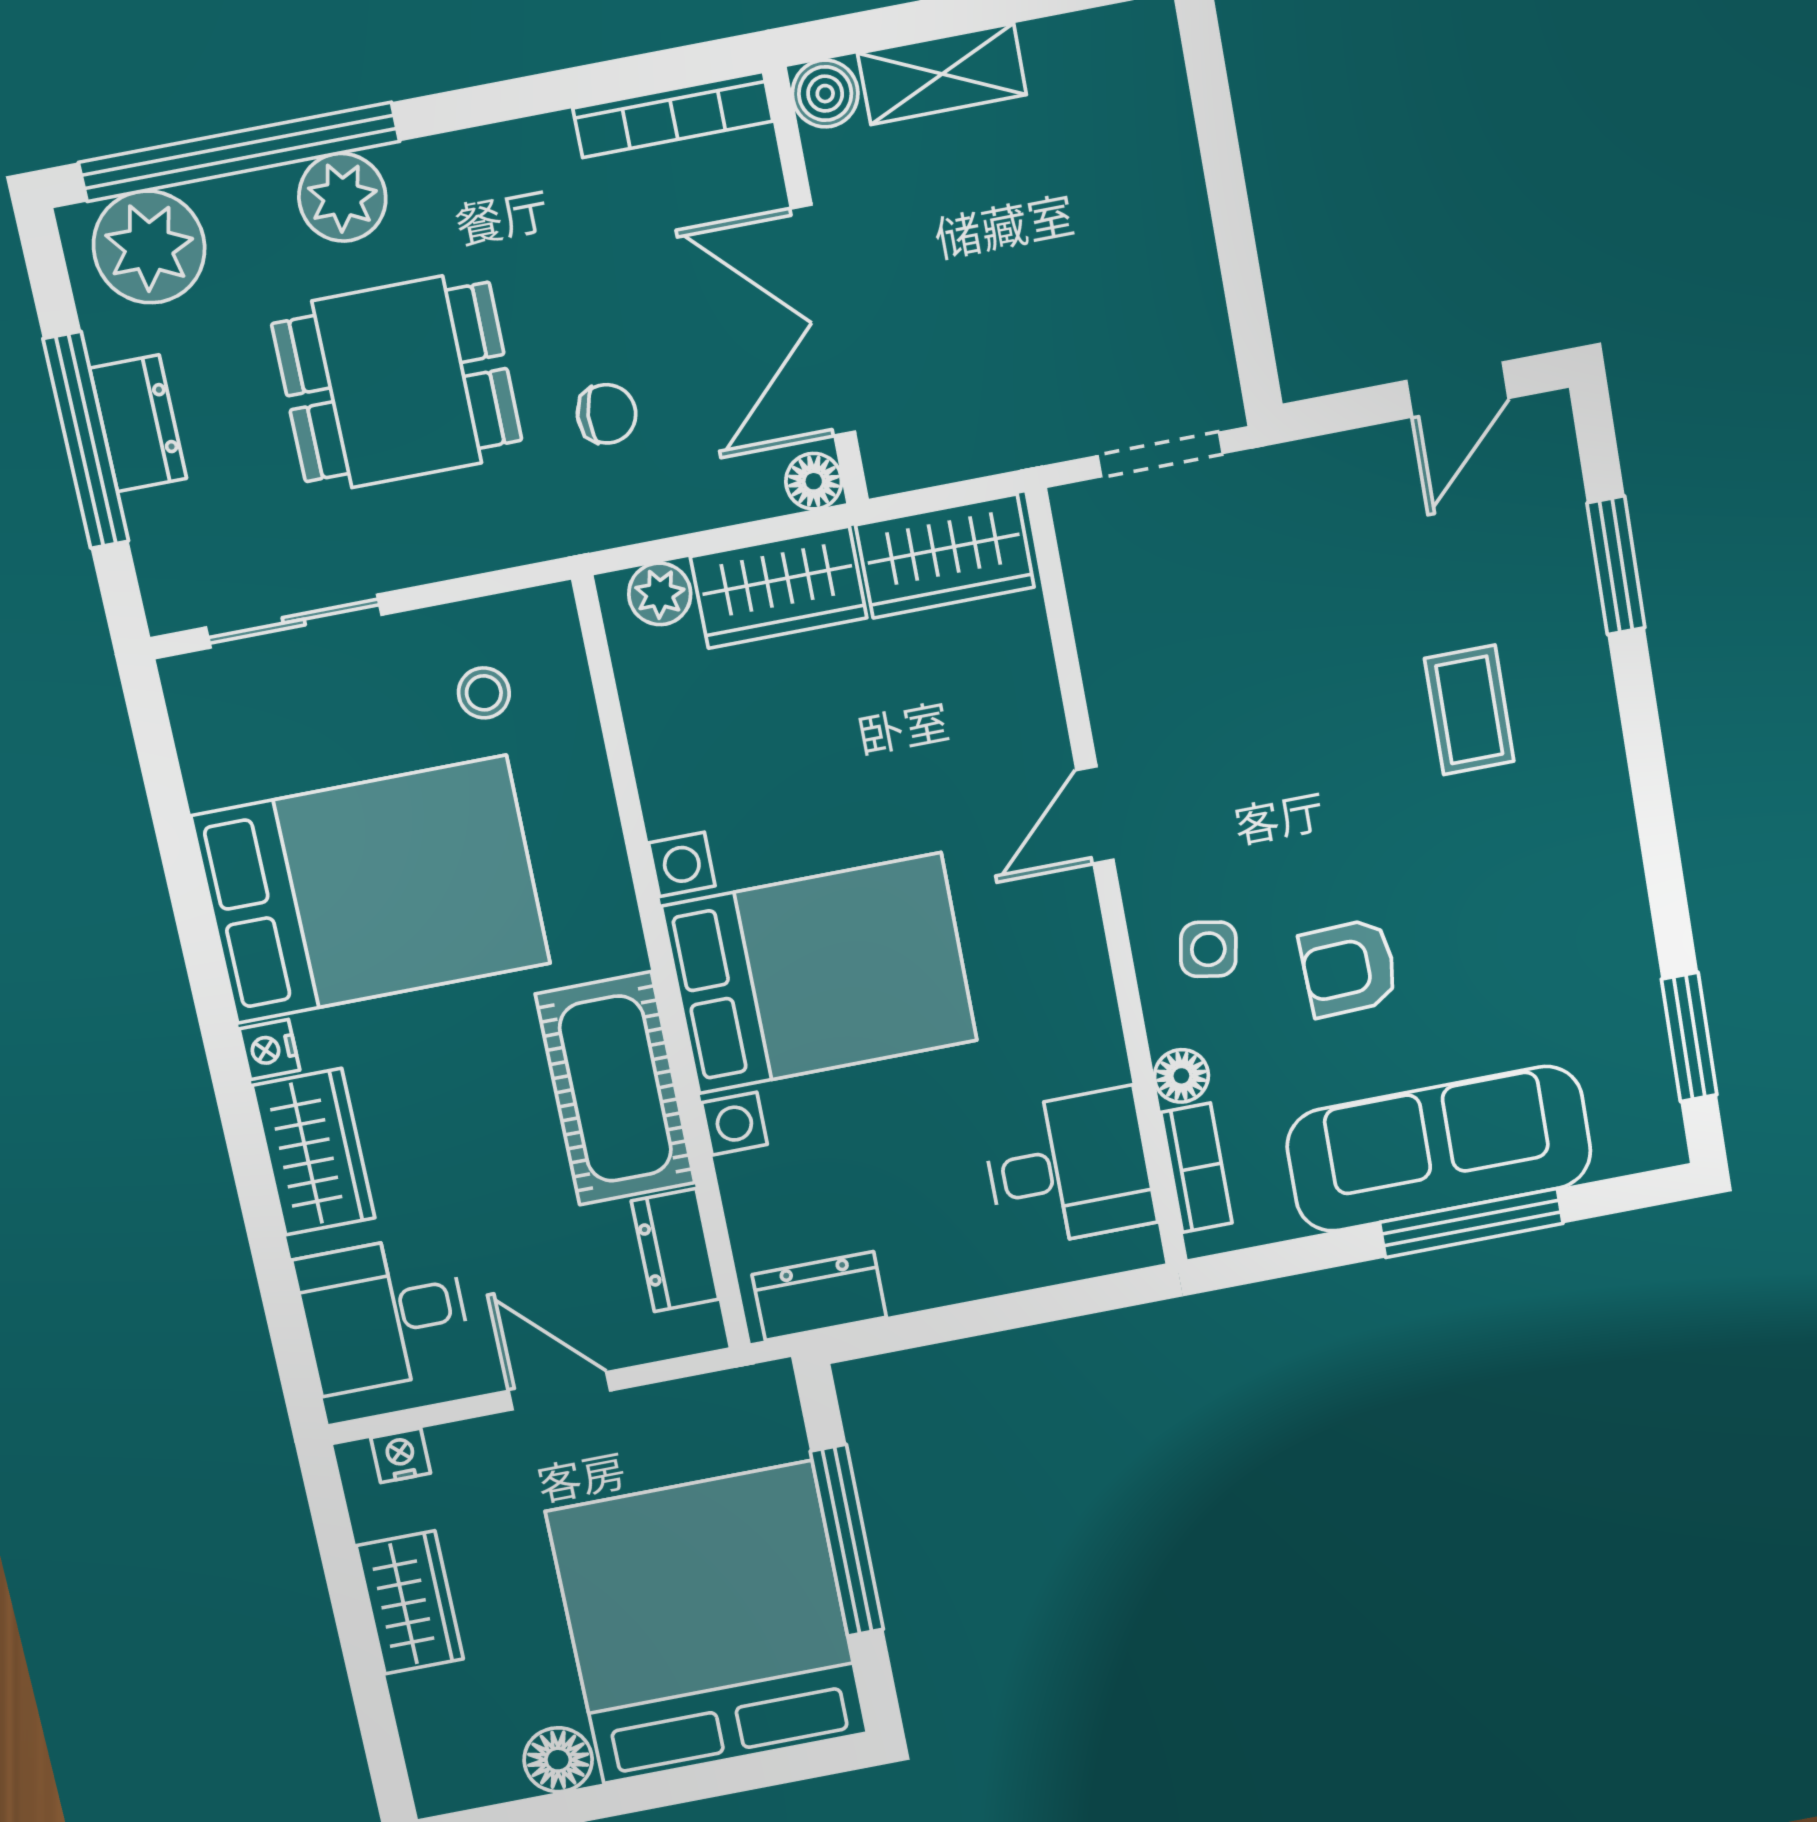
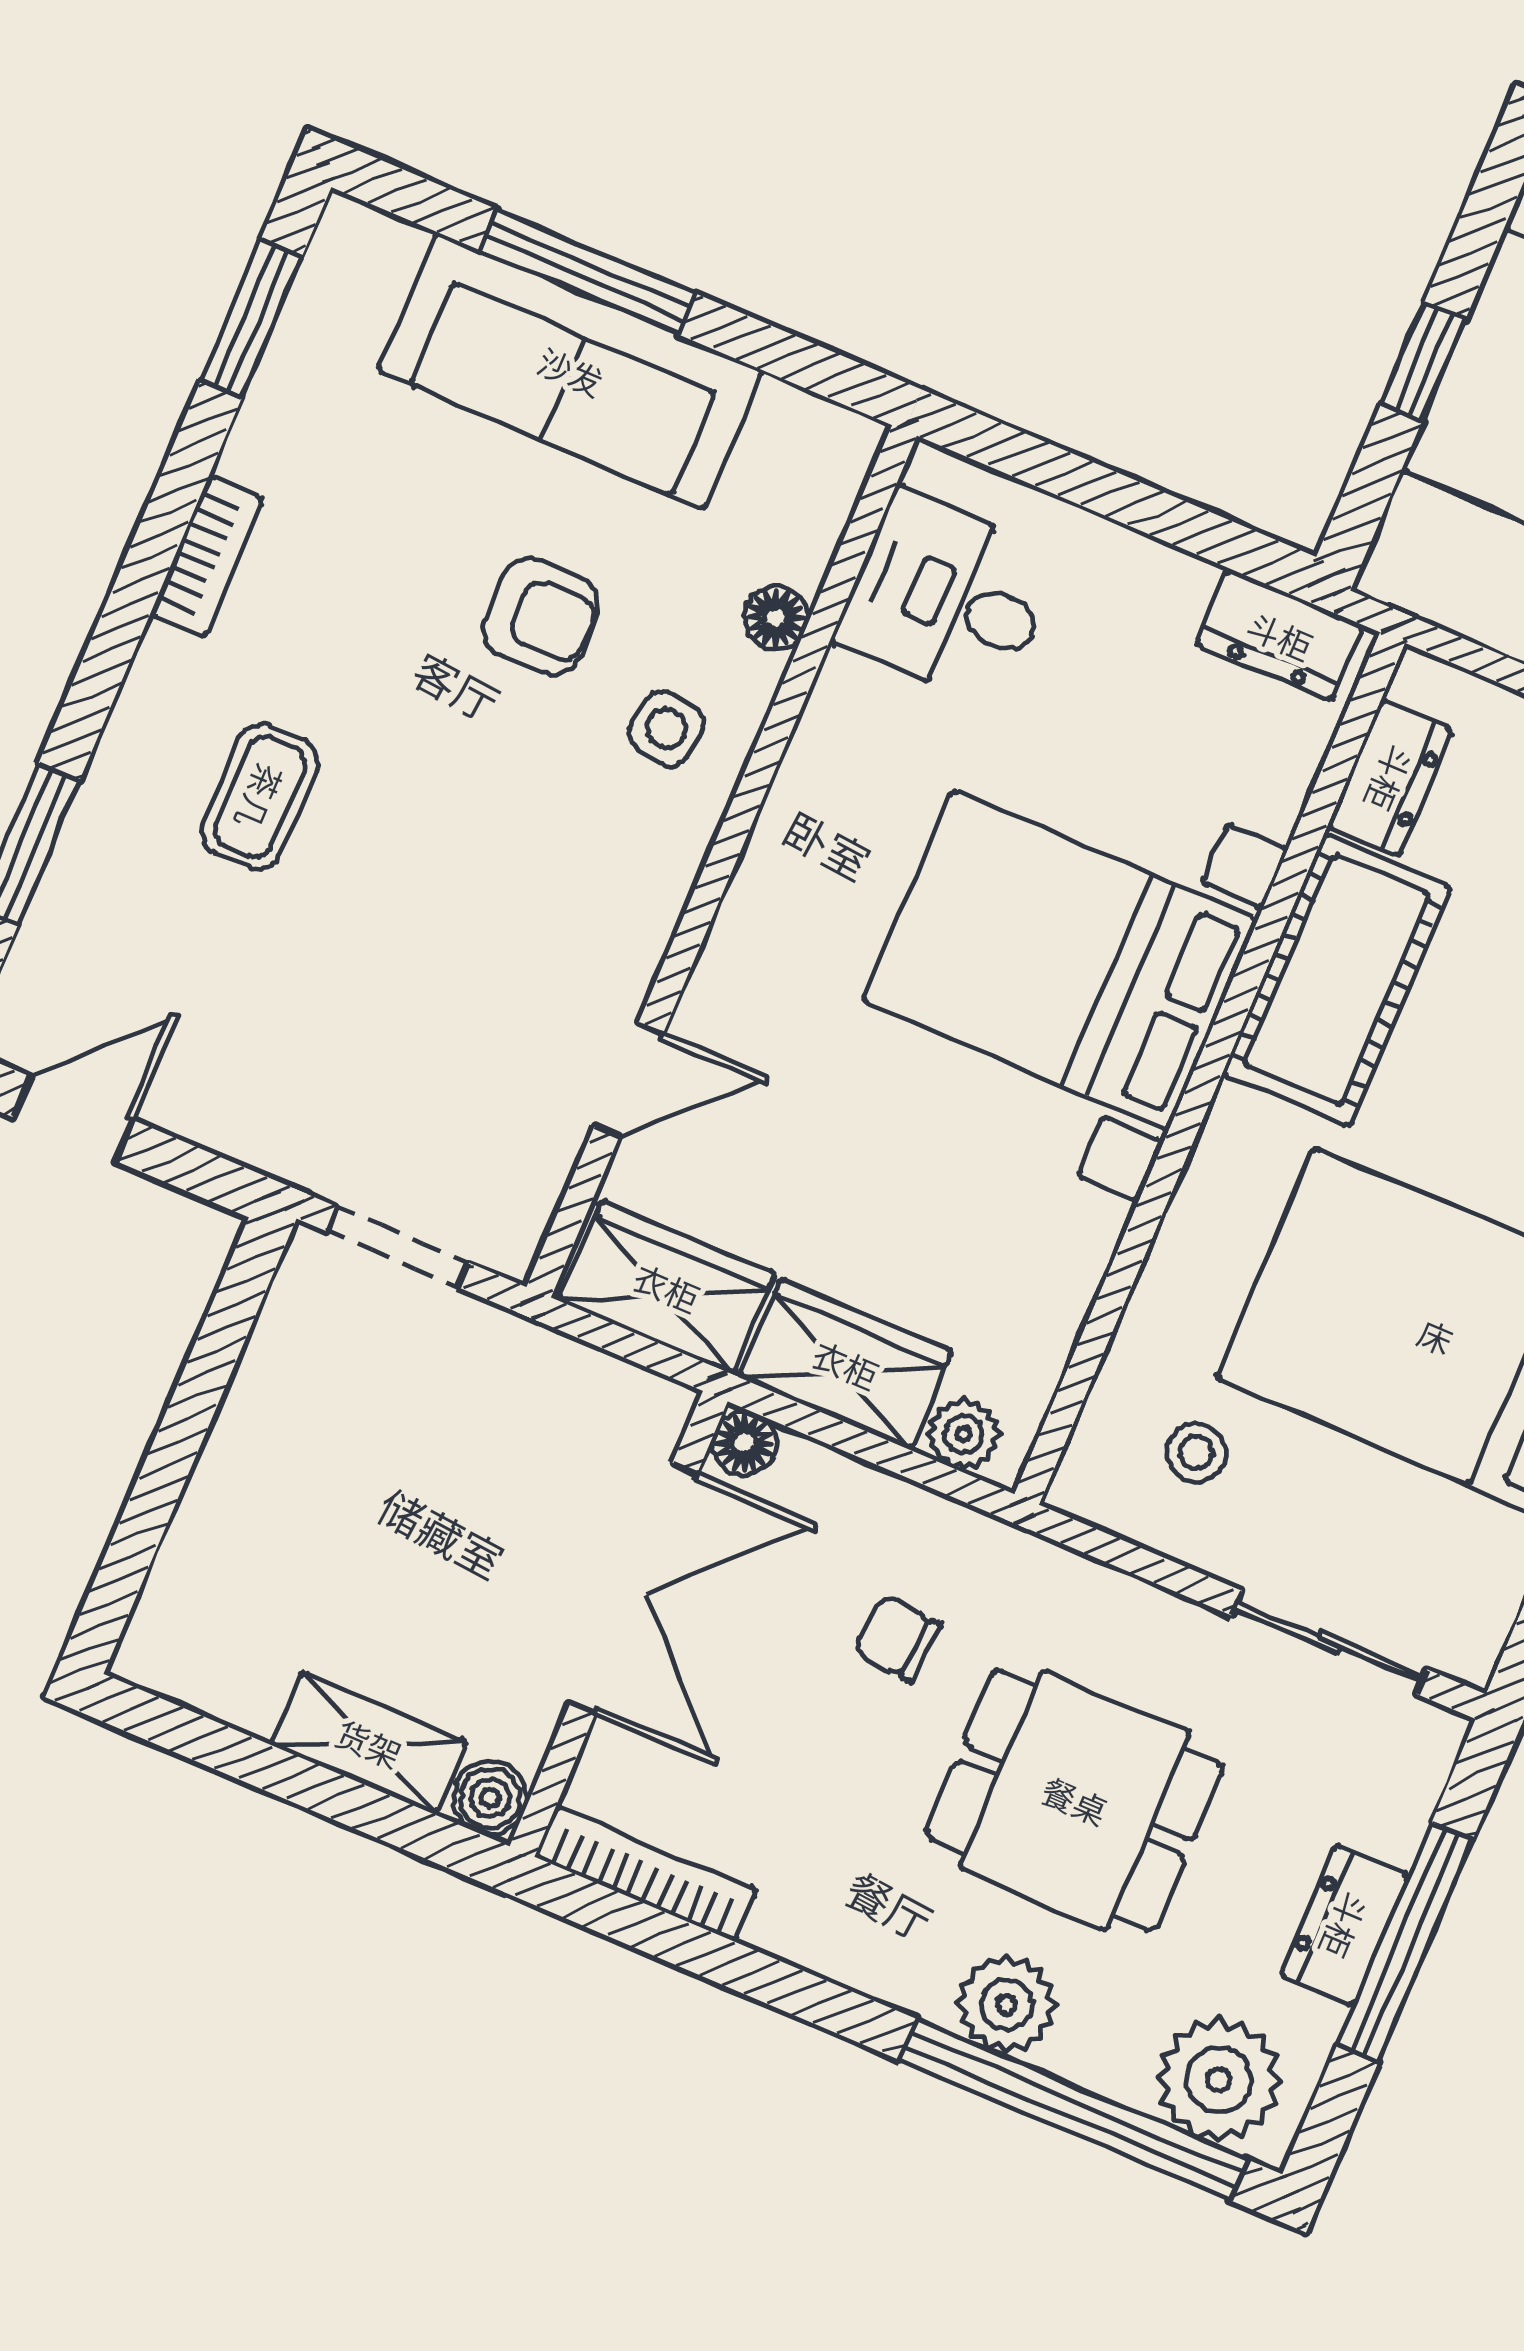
door: (1095, 815) -> (629, 1080), moved
bookcase: (1196, 1168) -> (207, 557), moved, turned 180
window: (847, 1541) -> (1423, 362), width x0.46

